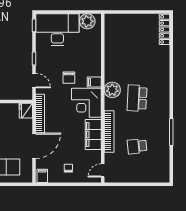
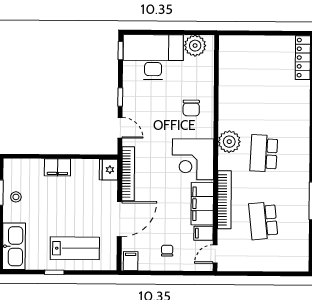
chair: (69, 78) -> (191, 108), moved
filing cabinet: (94, 82) -> (203, 233), moved
school desk: (137, 146) -> (263, 221), width x1.85

